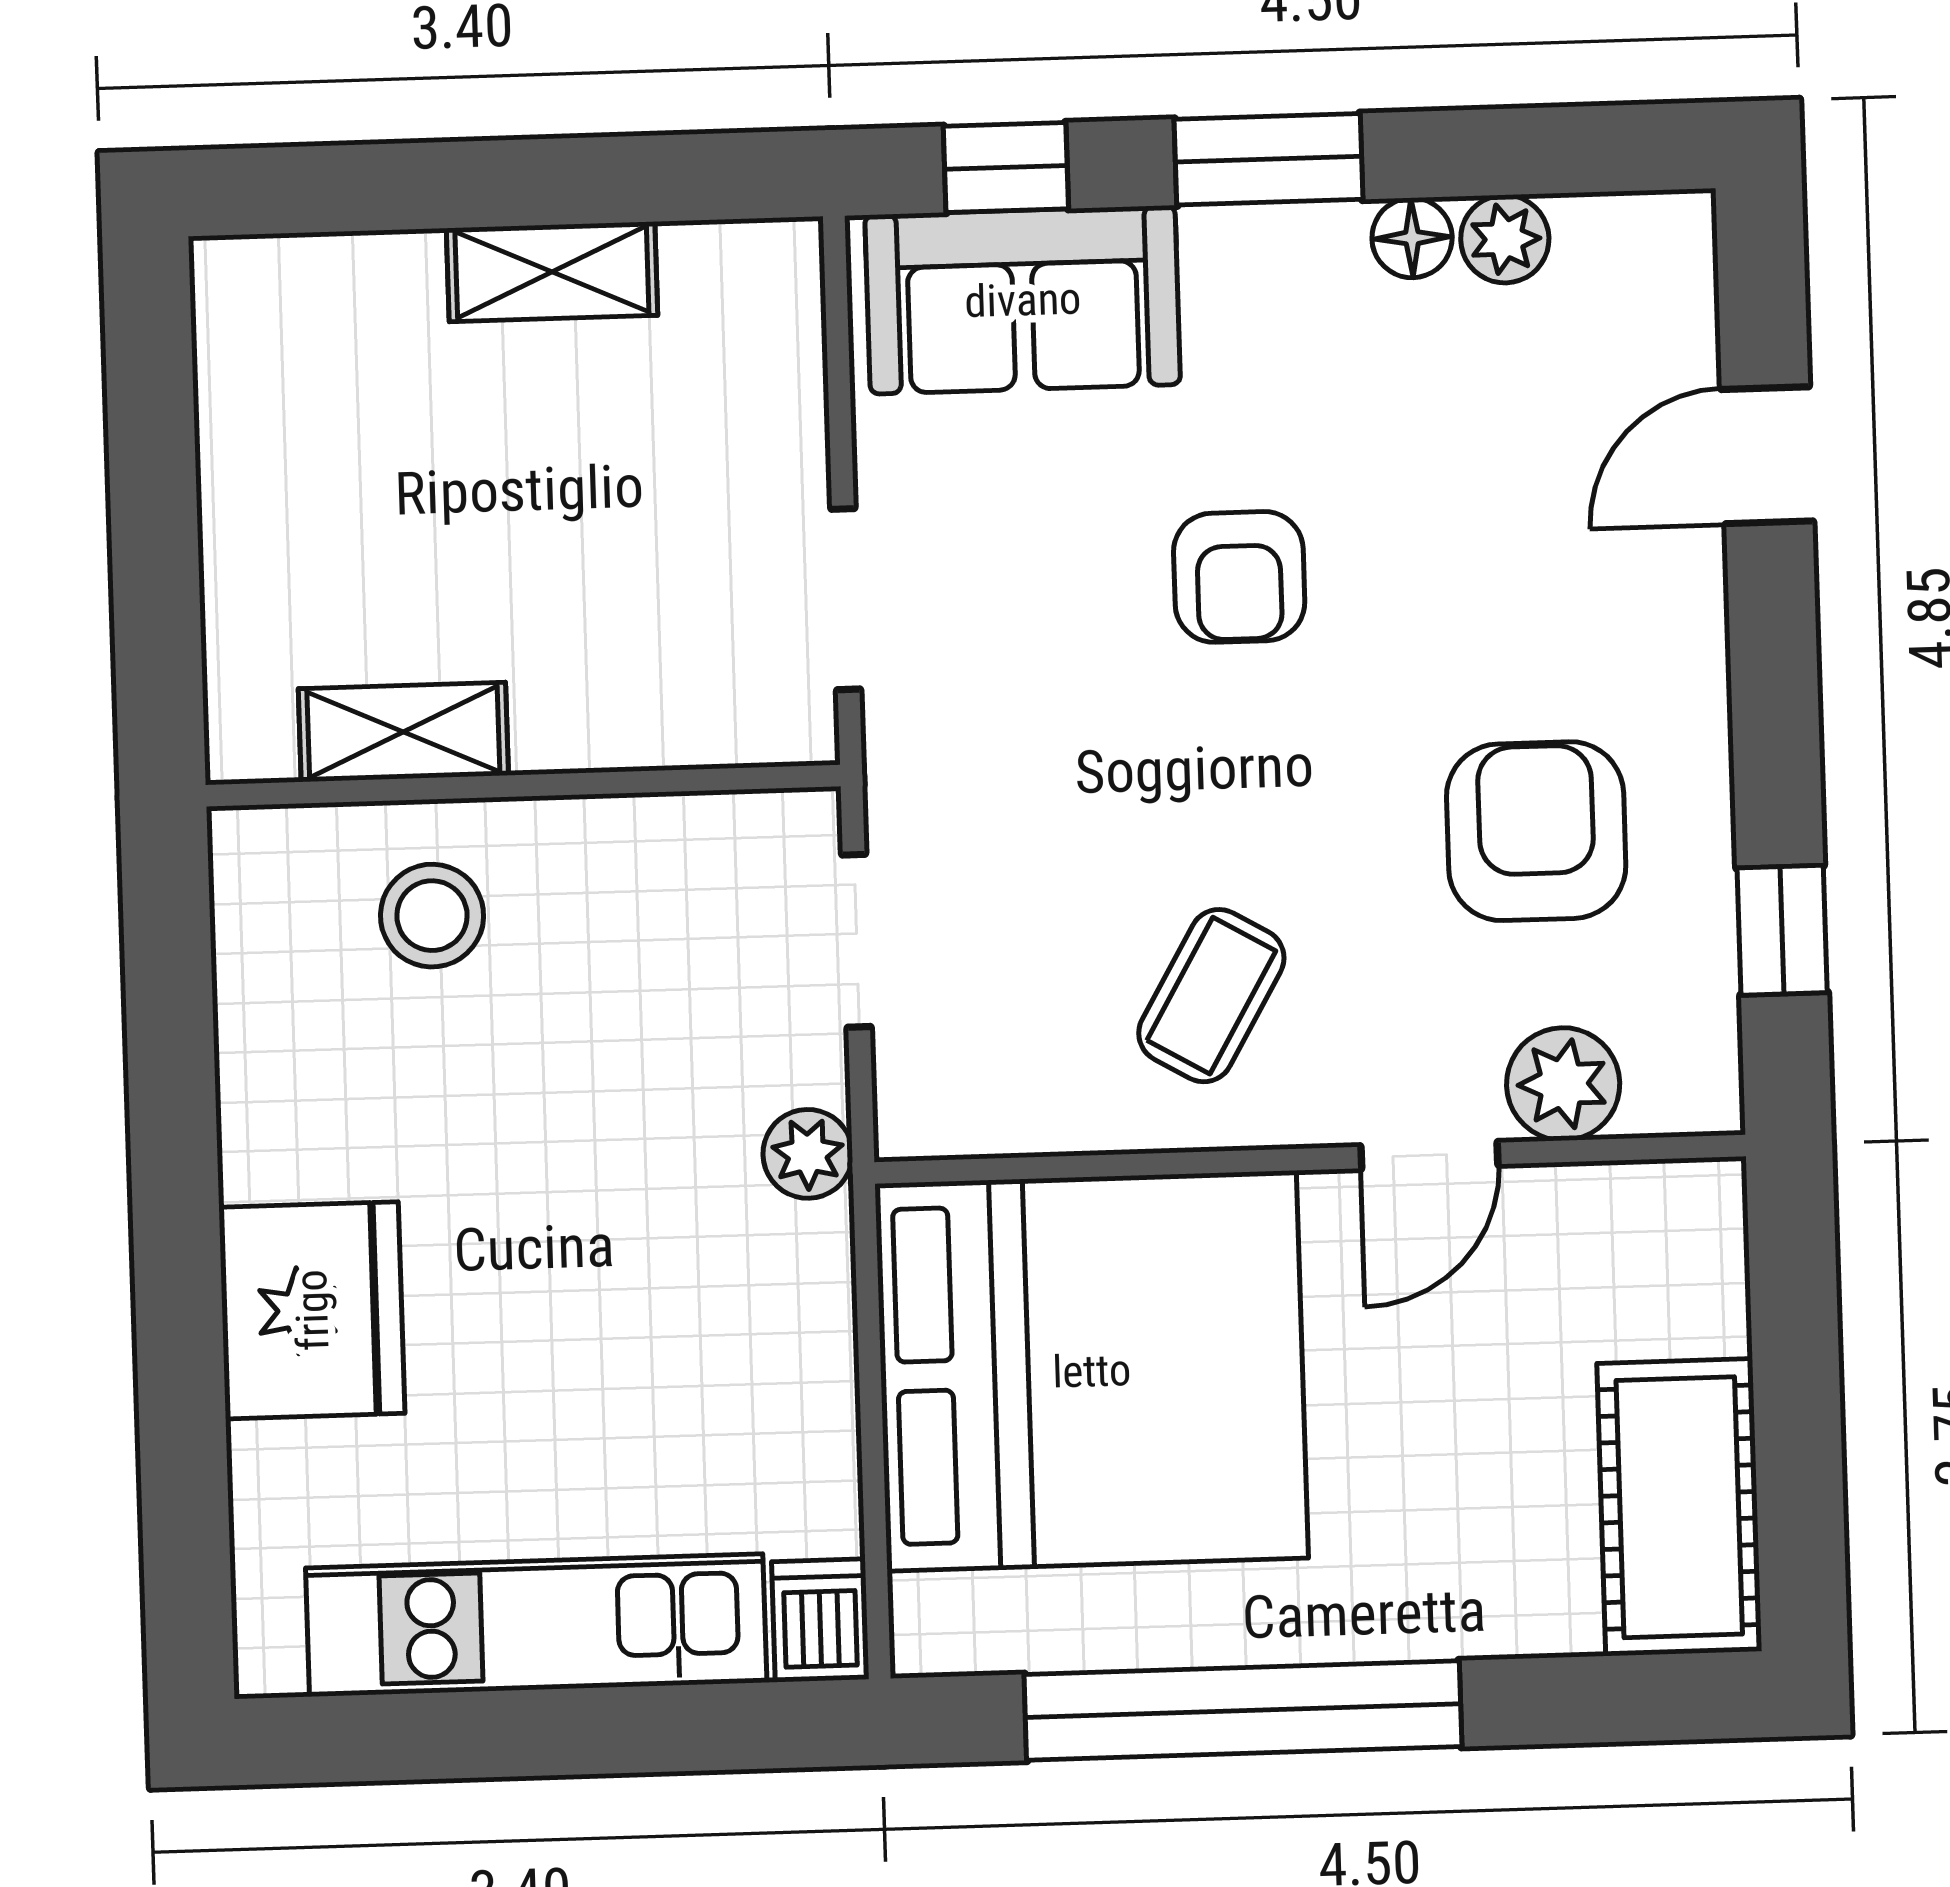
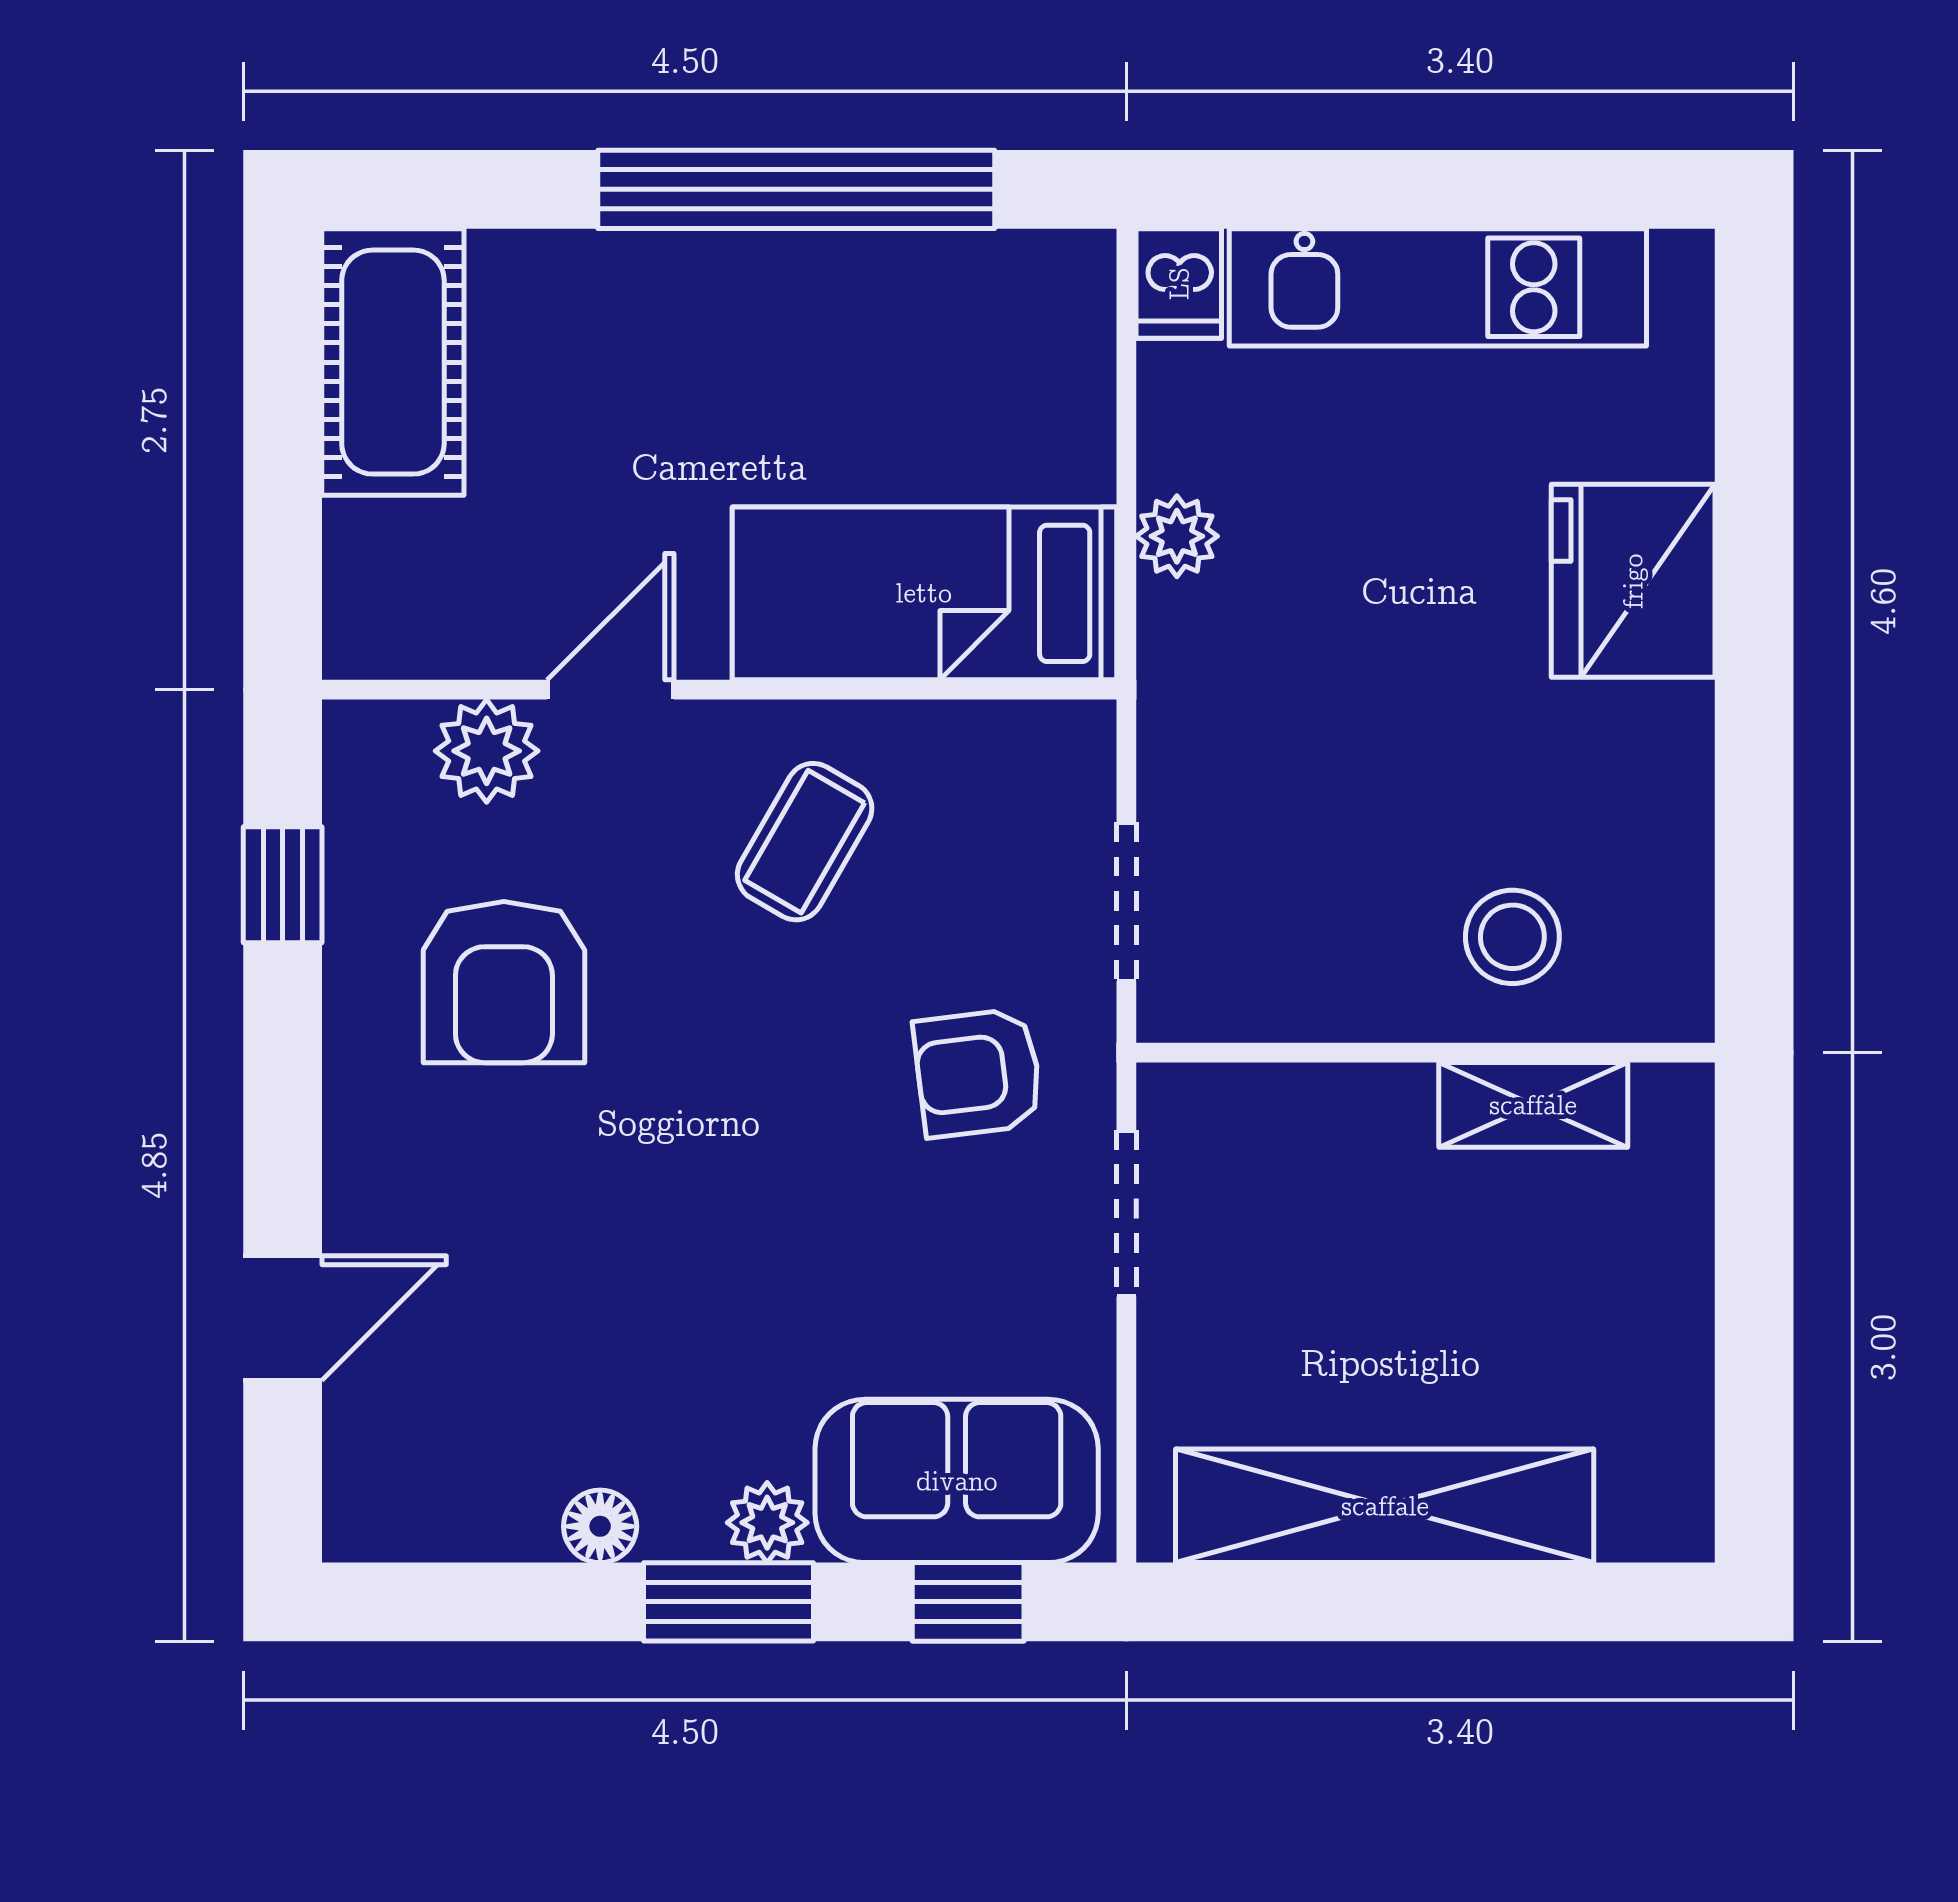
plant: (1505, 239) -> (767, 1523), moved
shelving: (552, 272) -> (1385, 1506), width x2.20, depth x1.33
armchair: (1239, 577) -> (978, 1073), moved, turned -97
plant: (808, 1154) -> (1177, 536), moved
bed: (1092, 1371) -> (924, 593), width x0.49

